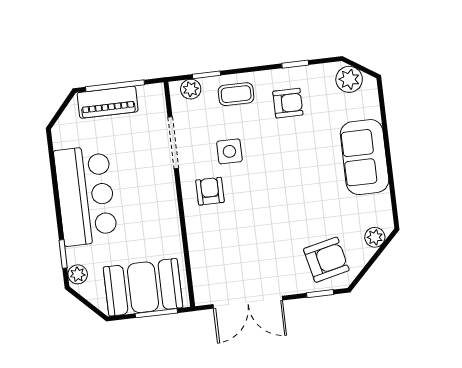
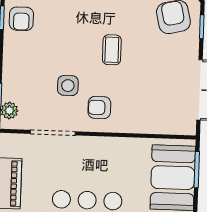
coffee table: (236, 94) -> (112, 50), moved
armchair: (288, 103) -> (21, 19), moved, turned 180

